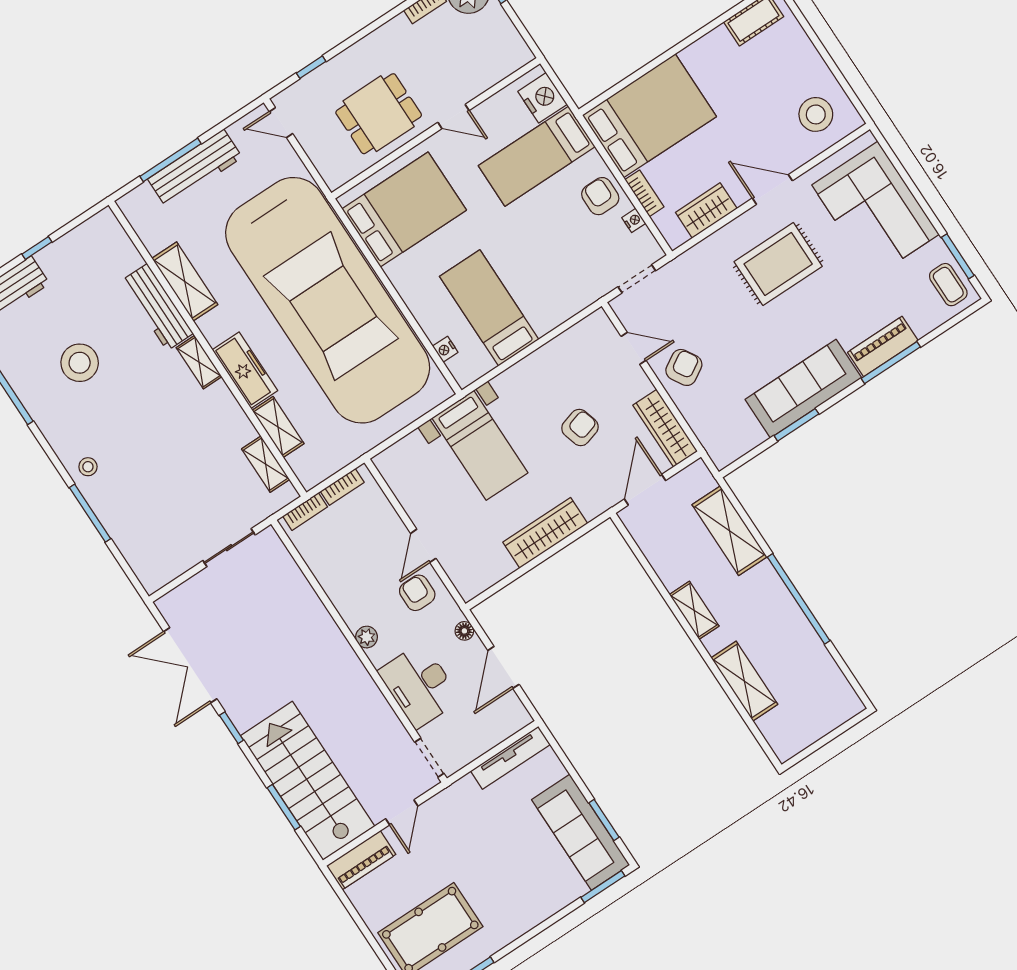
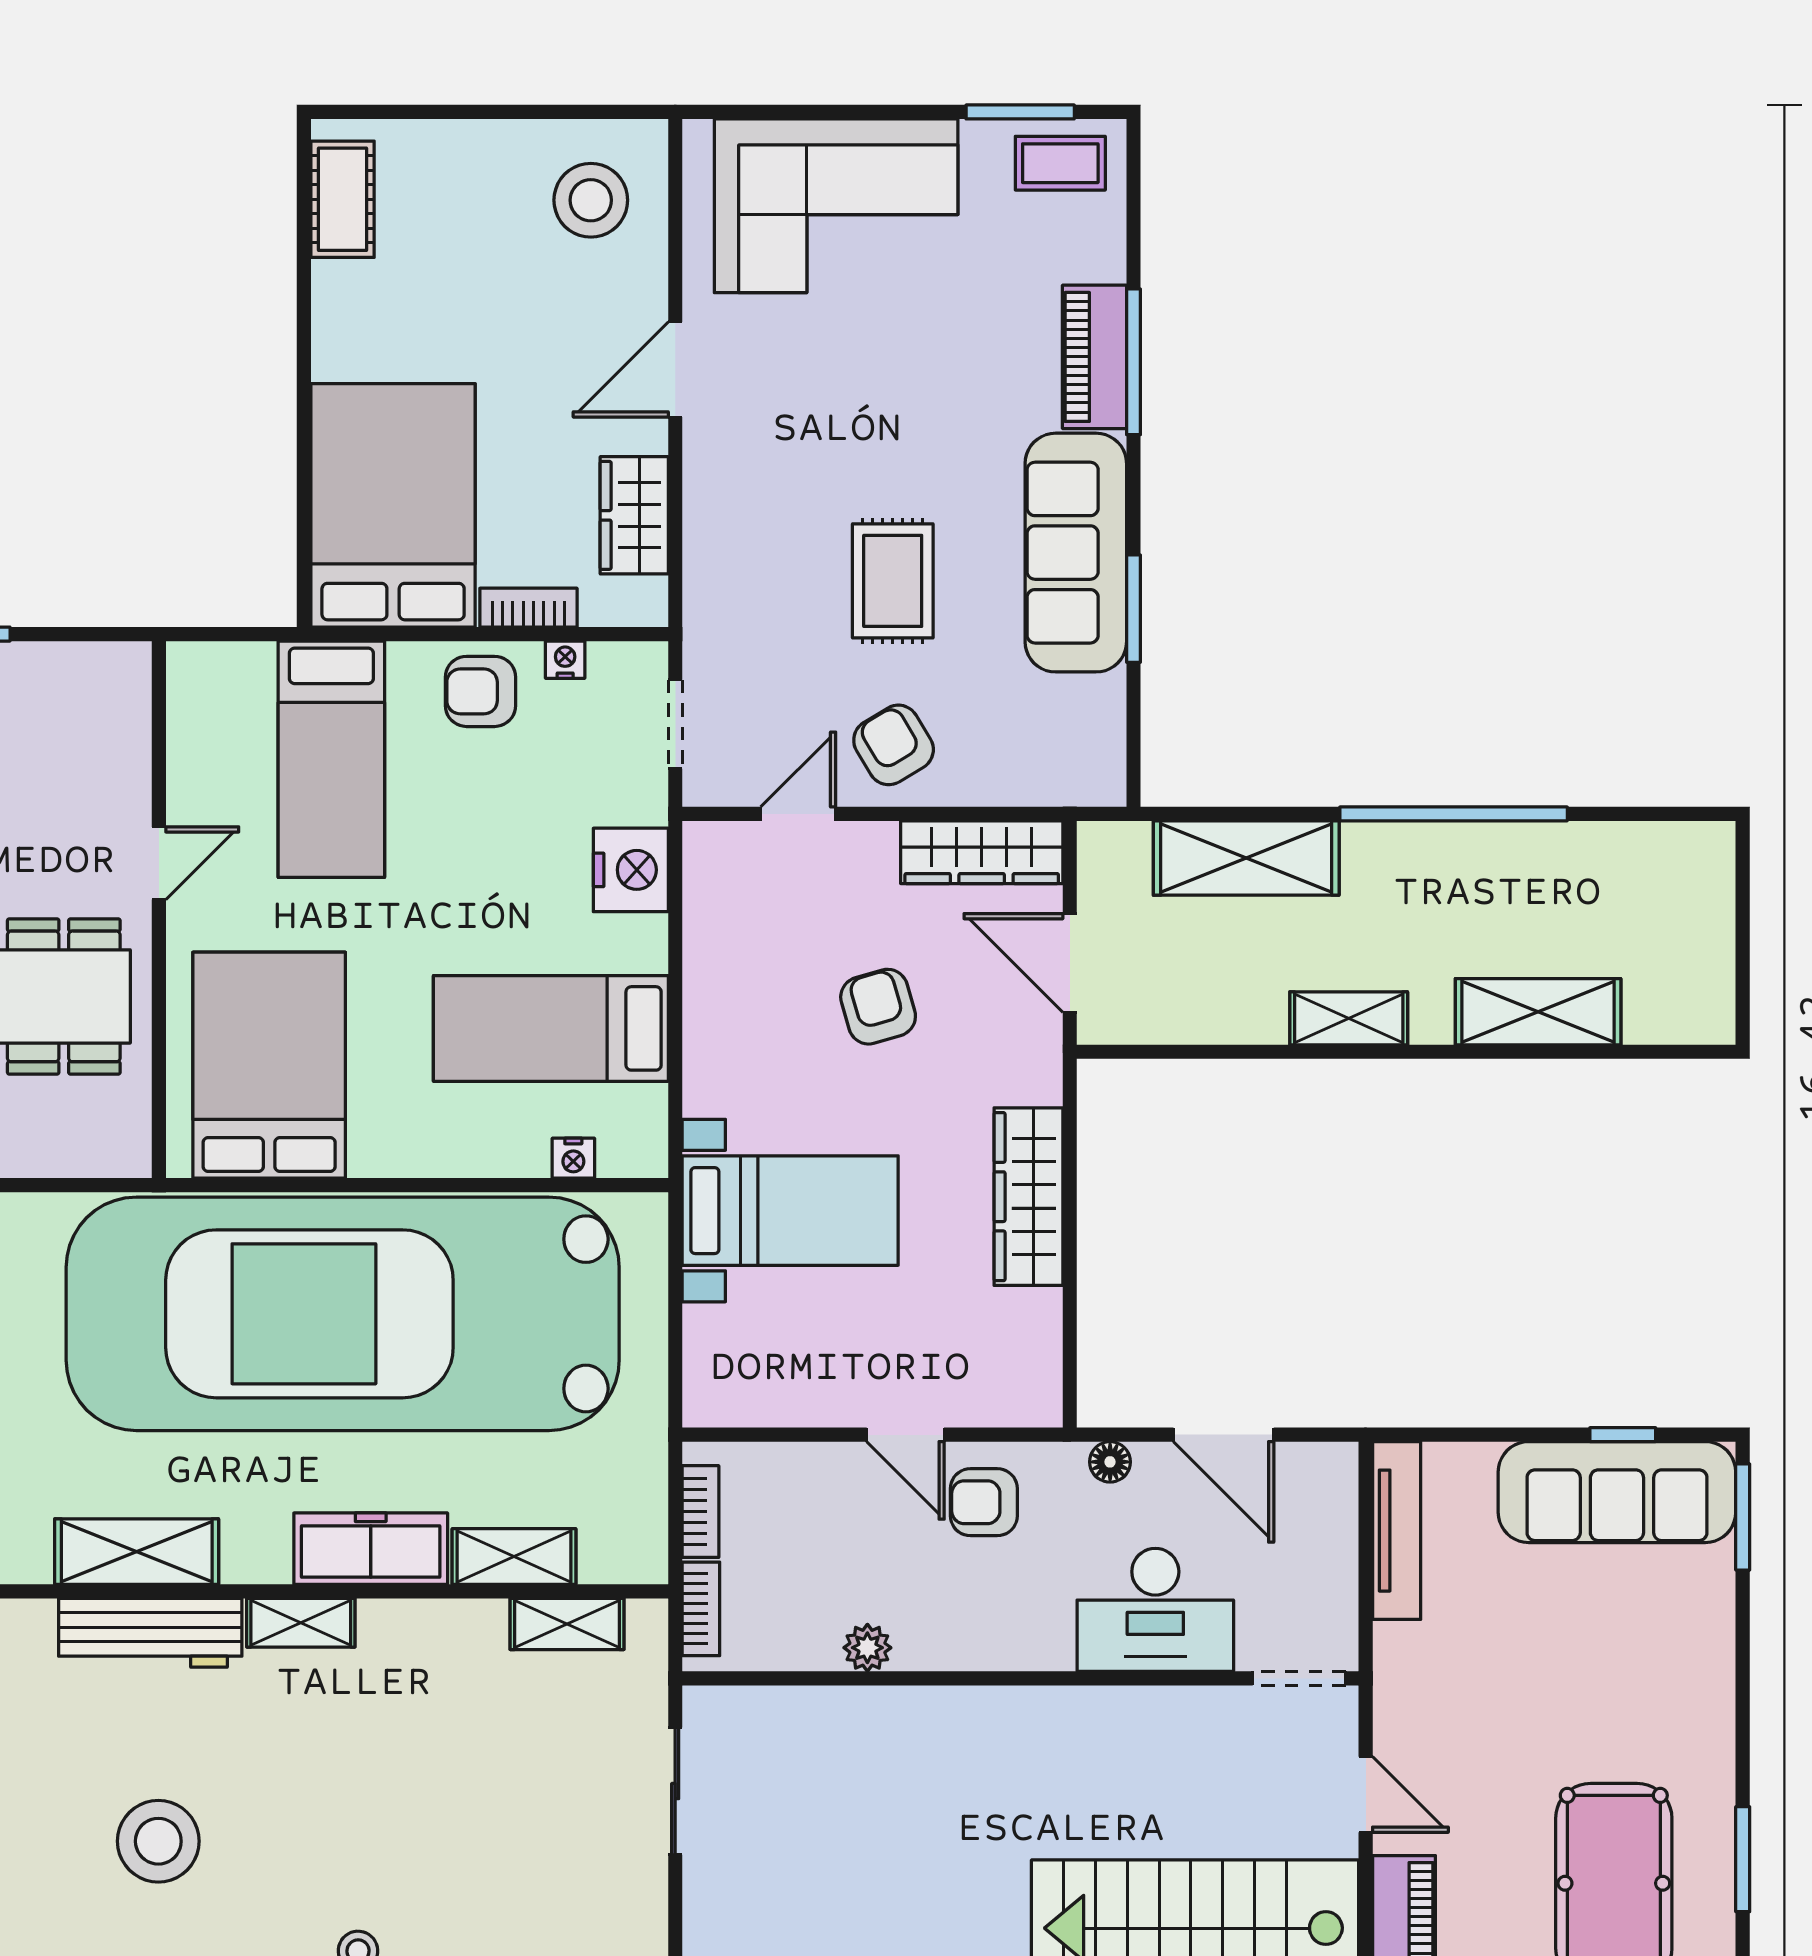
nightstand: (542, 98) -> (631, 870), moved, turned 90
rug: (778, 264) -> (893, 581), moved, width x0.73, depth x0.70
car: (328, 300) -> (343, 1314), turned 180
plant: (367, 637) -> (867, 1648), moved
window: (604, 820) -> (1623, 1435), width x0.67

